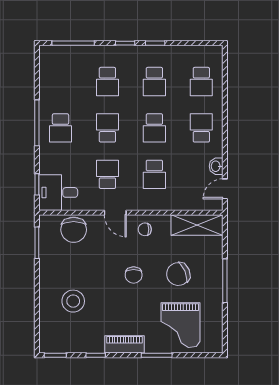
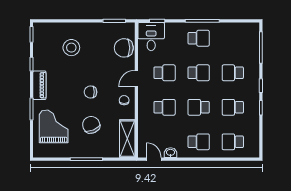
school desk: (60, 128) -> (199, 38), turned 180
school desk: (154, 174) -> (165, 107), turned 180
grand piano: (181, 325) -> (54, 126), turned 90

